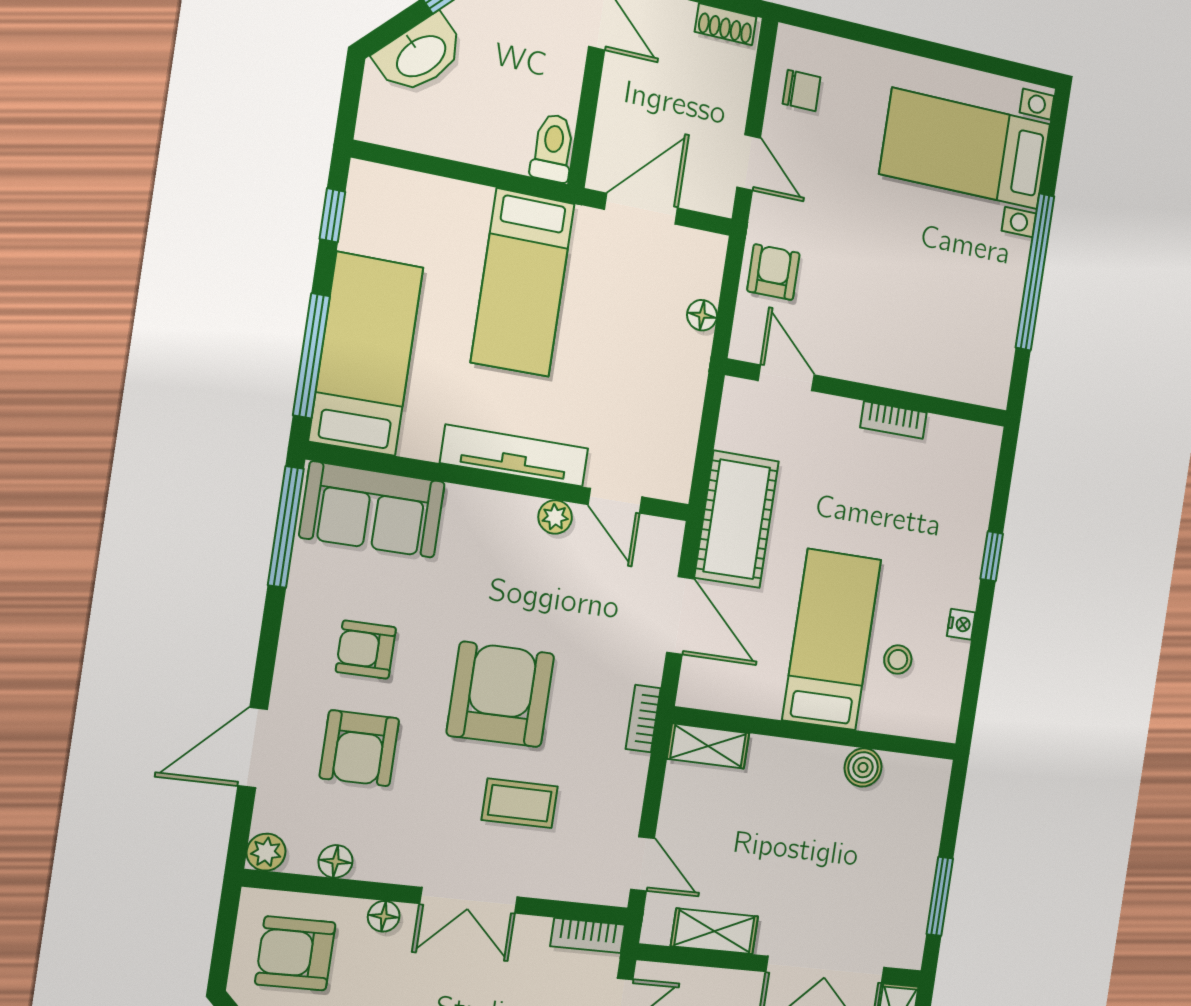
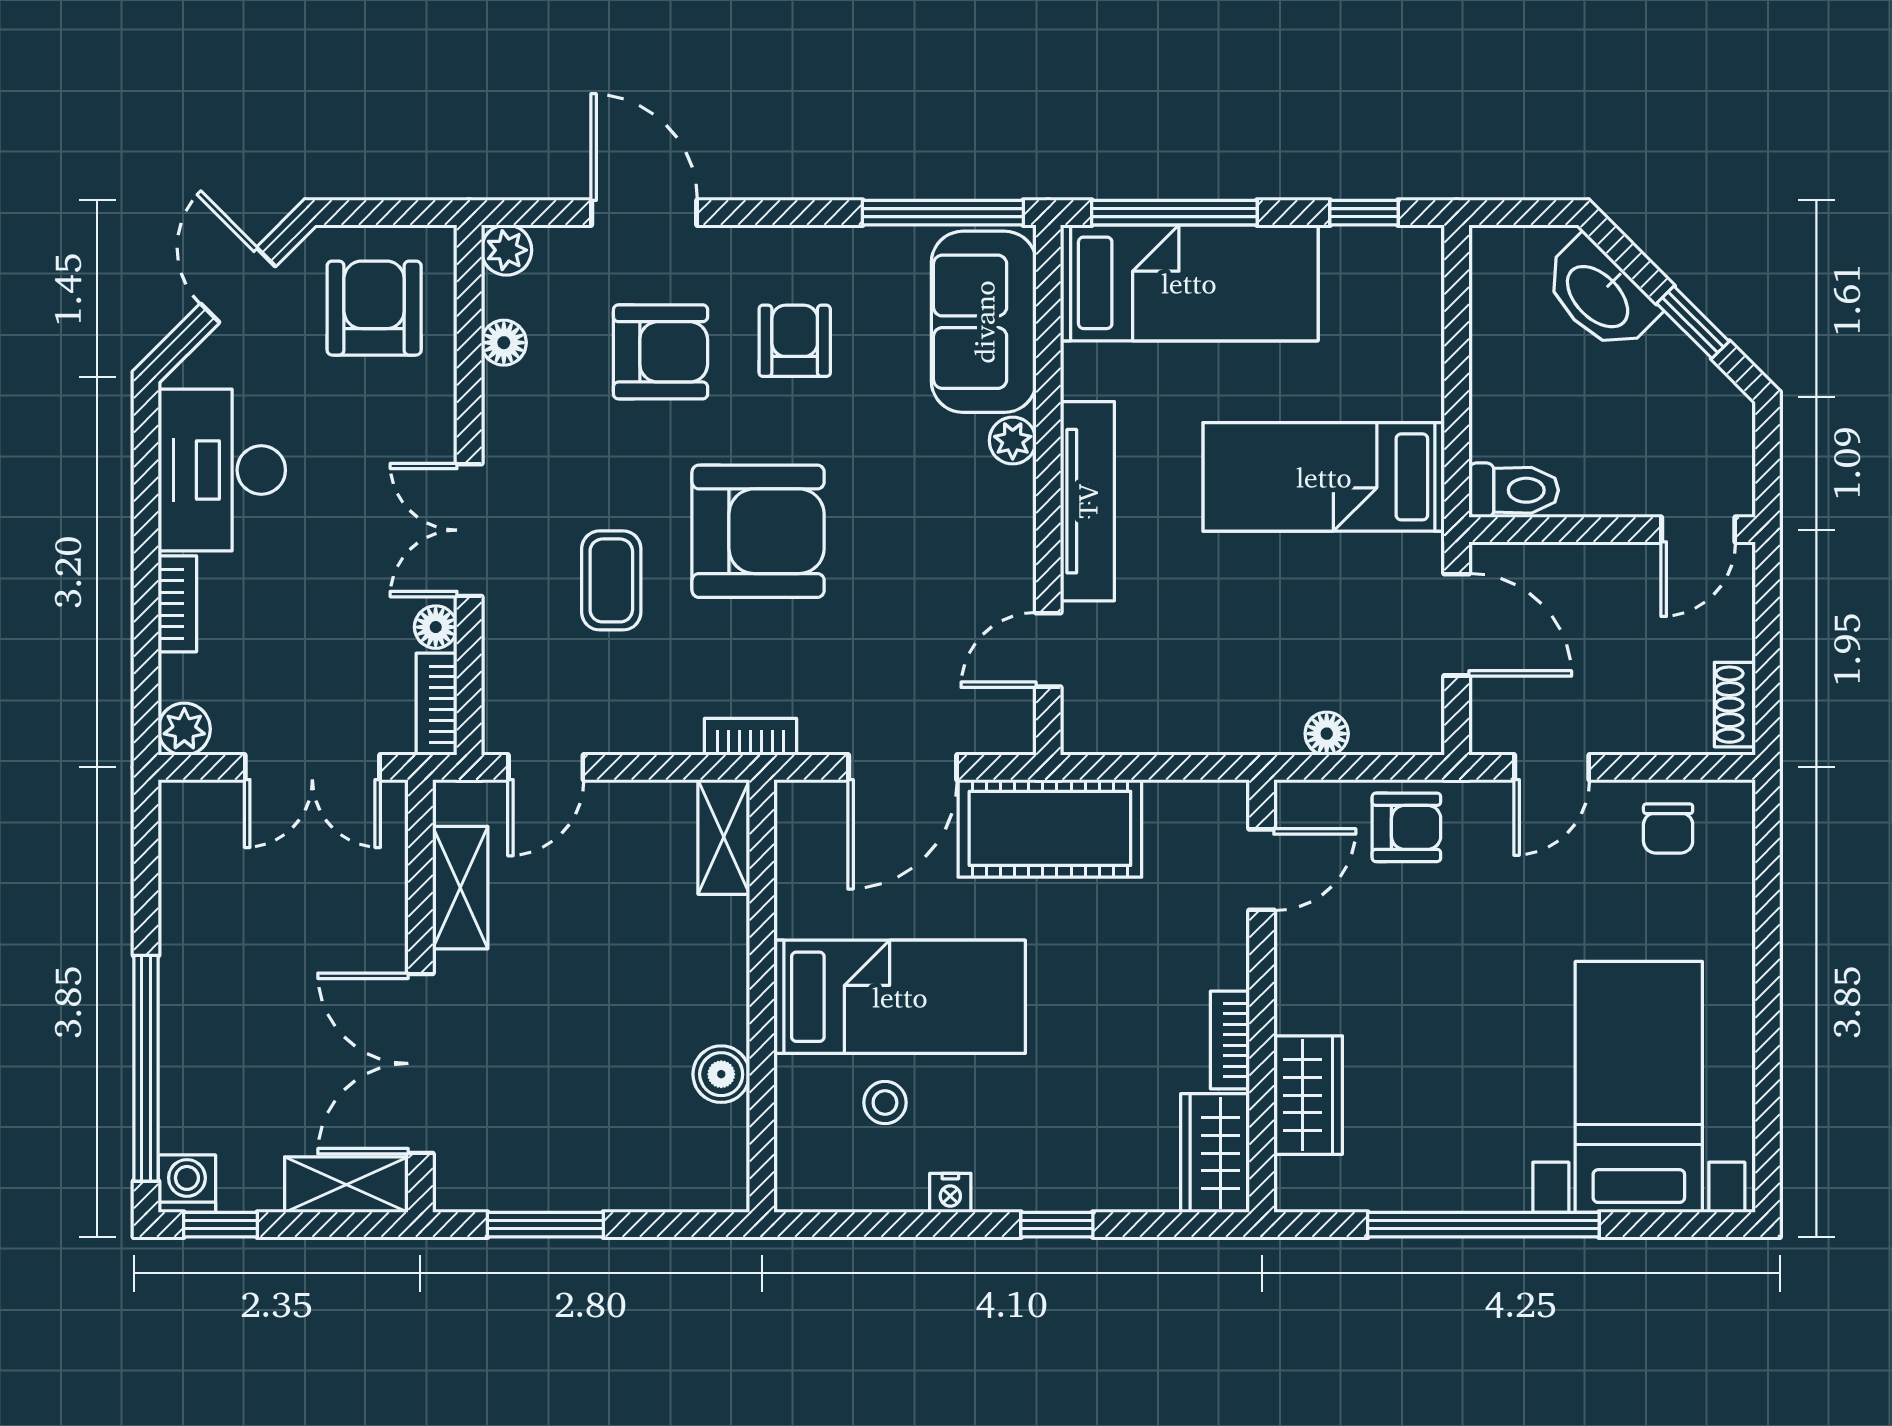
wardrobe: (937, 373) -> (1308, 1095), added
wardrobe: (963, 443) -> (1215, 1153), added
plant: (555, 517) -> (1013, 441), moved
armchair: (359, 748) -> (661, 352), turned 180
floor lamp: (384, 916) -> (436, 627), moved

